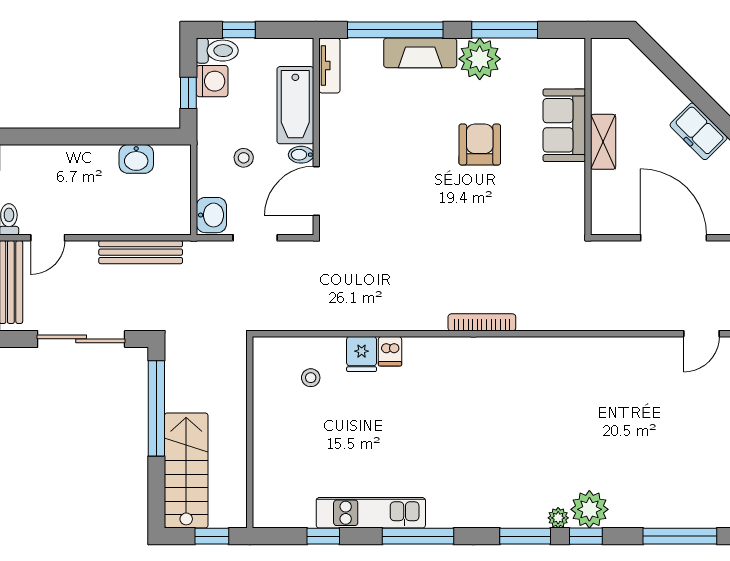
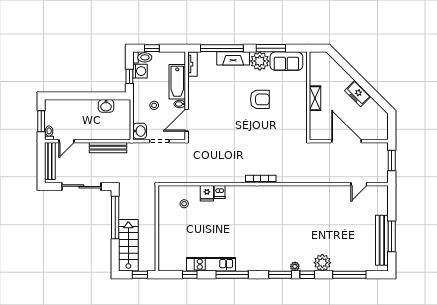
sofa: (564, 125) -> (286, 61), moved, turned -90
armchair: (480, 145) -> (260, 99), turned 90
plant: (589, 509) -> (322, 263), moved

